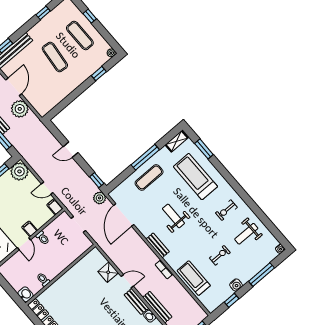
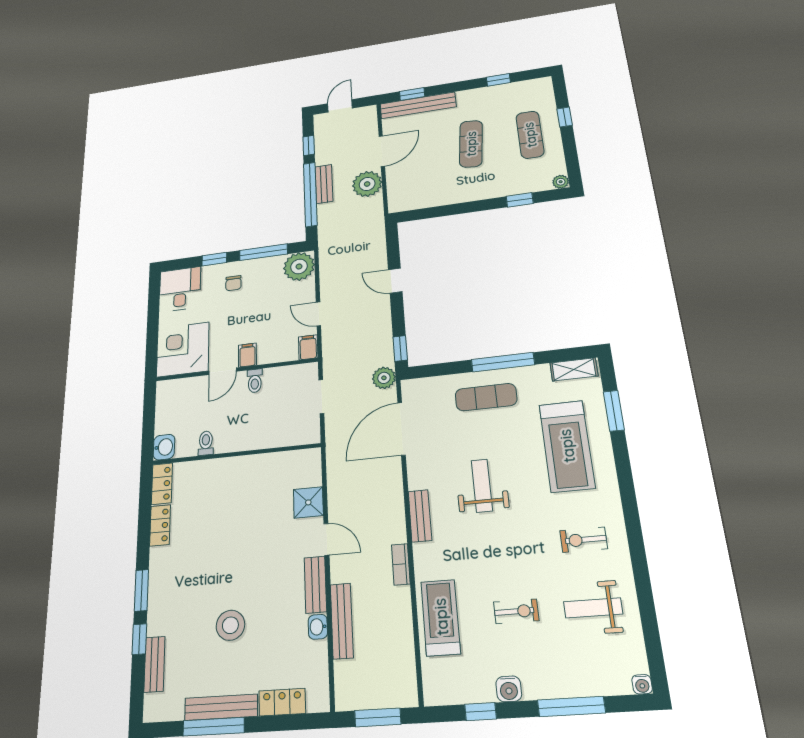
treadmill: (195, 177) -> (567, 446), turned 180

